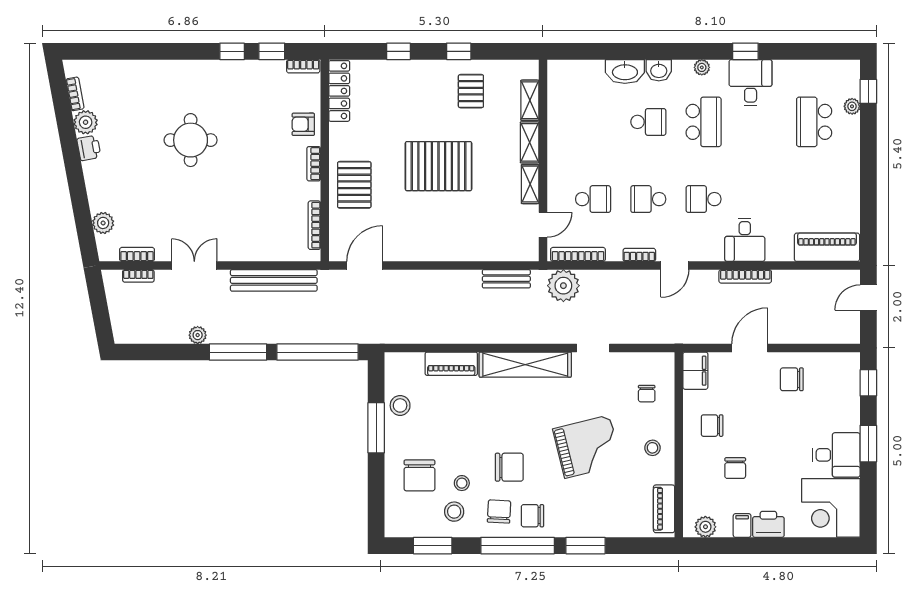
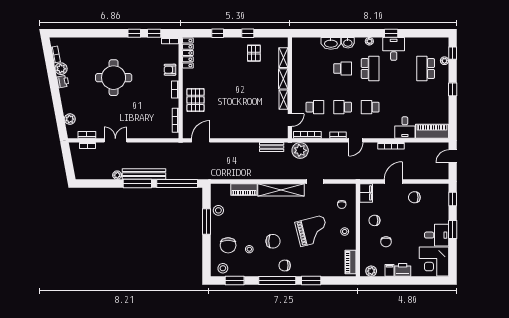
round table: (191, 140) -> (114, 78), width x1.36, depth x1.36
window: (868, 164) -> (453, 89), added
pallet: (439, 166) -> (238, 91), removed
desk: (745, 240) -> (405, 127), moved
bench: (274, 280) -> (144, 174), moved
chair: (499, 511) -> (268, 263), removed
stool: (454, 512) -> (223, 268), moved

